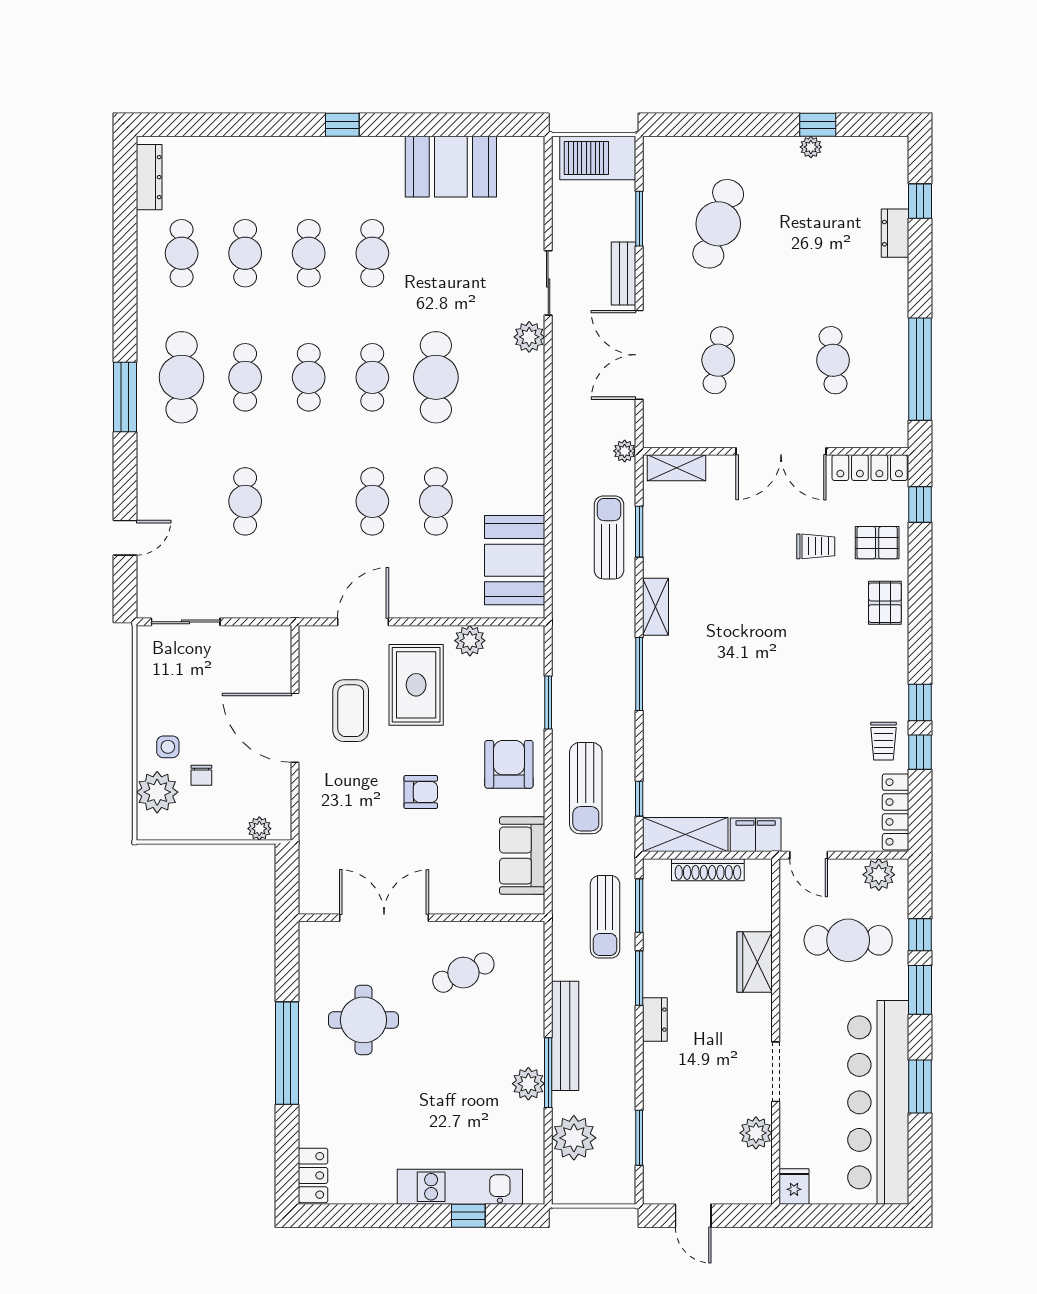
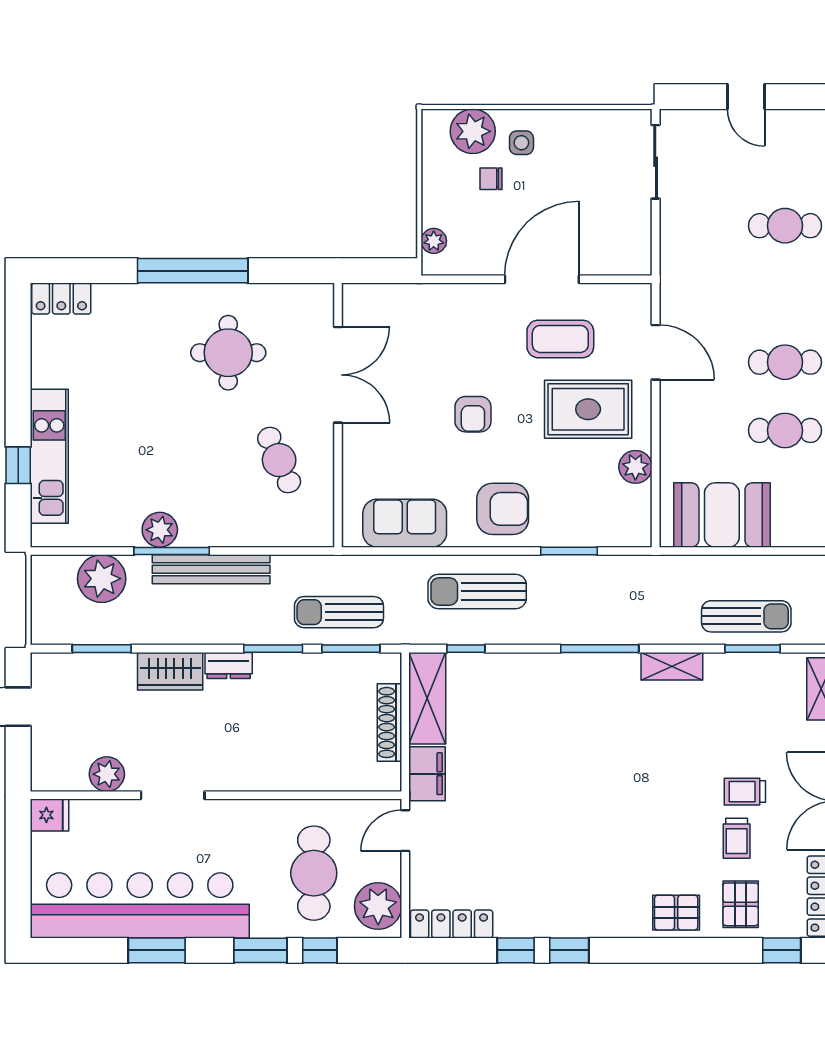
trolley: (884, 741) -> (745, 792), moved
plant: (879, 875) -> (378, 906), width x1.36, depth x1.36
wardrobe: (755, 962) -> (170, 671), moved, turned 180

